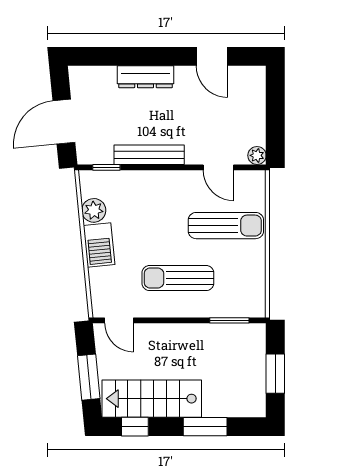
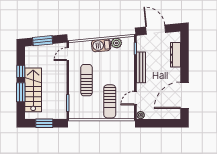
door: (212, 56) -> (184, 95), width x1.87
dresser: (145, 77) -> (176, 55), moved
stairs: (152, 399) -> (33, 90), moved
window: (135, 427) -> (21, 71), moved

